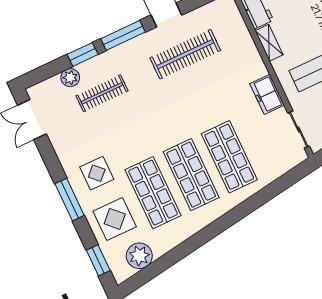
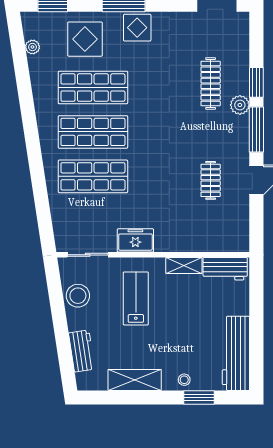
clothes rail: (185, 54) -> (211, 180), width x0.54, depth x0.76
plant: (70, 78) -> (240, 105), moved
display table: (97, 173) -> (137, 28), moved
plant: (139, 256) -> (32, 47), width x0.53, depth x0.53

